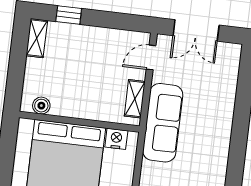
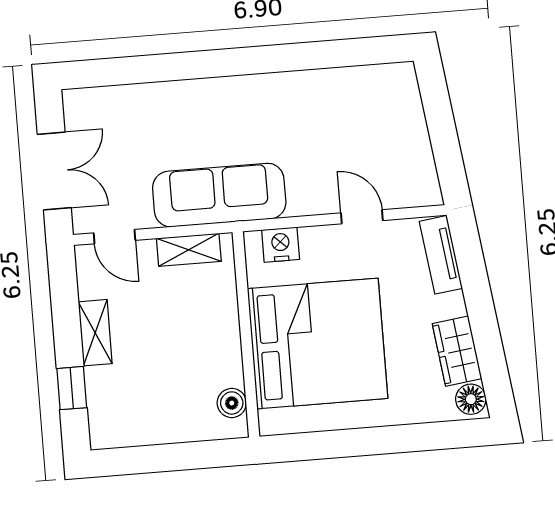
shelving: (37, 38) -> (95, 333), moved, turned 90
nightstand: (116, 139) -> (281, 245), moved, turned 90

